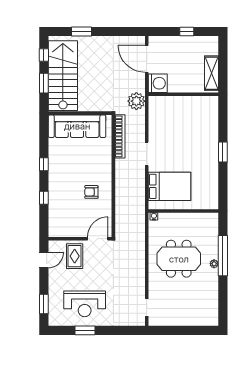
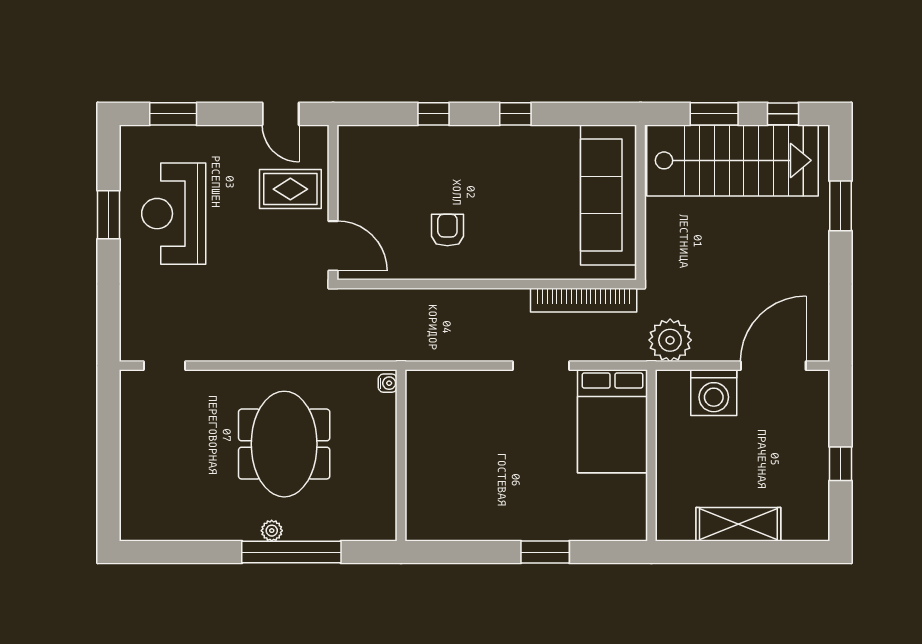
wall: (183, 94) -> (651, 455), moved
bed: (169, 186) -> (612, 421), moved

